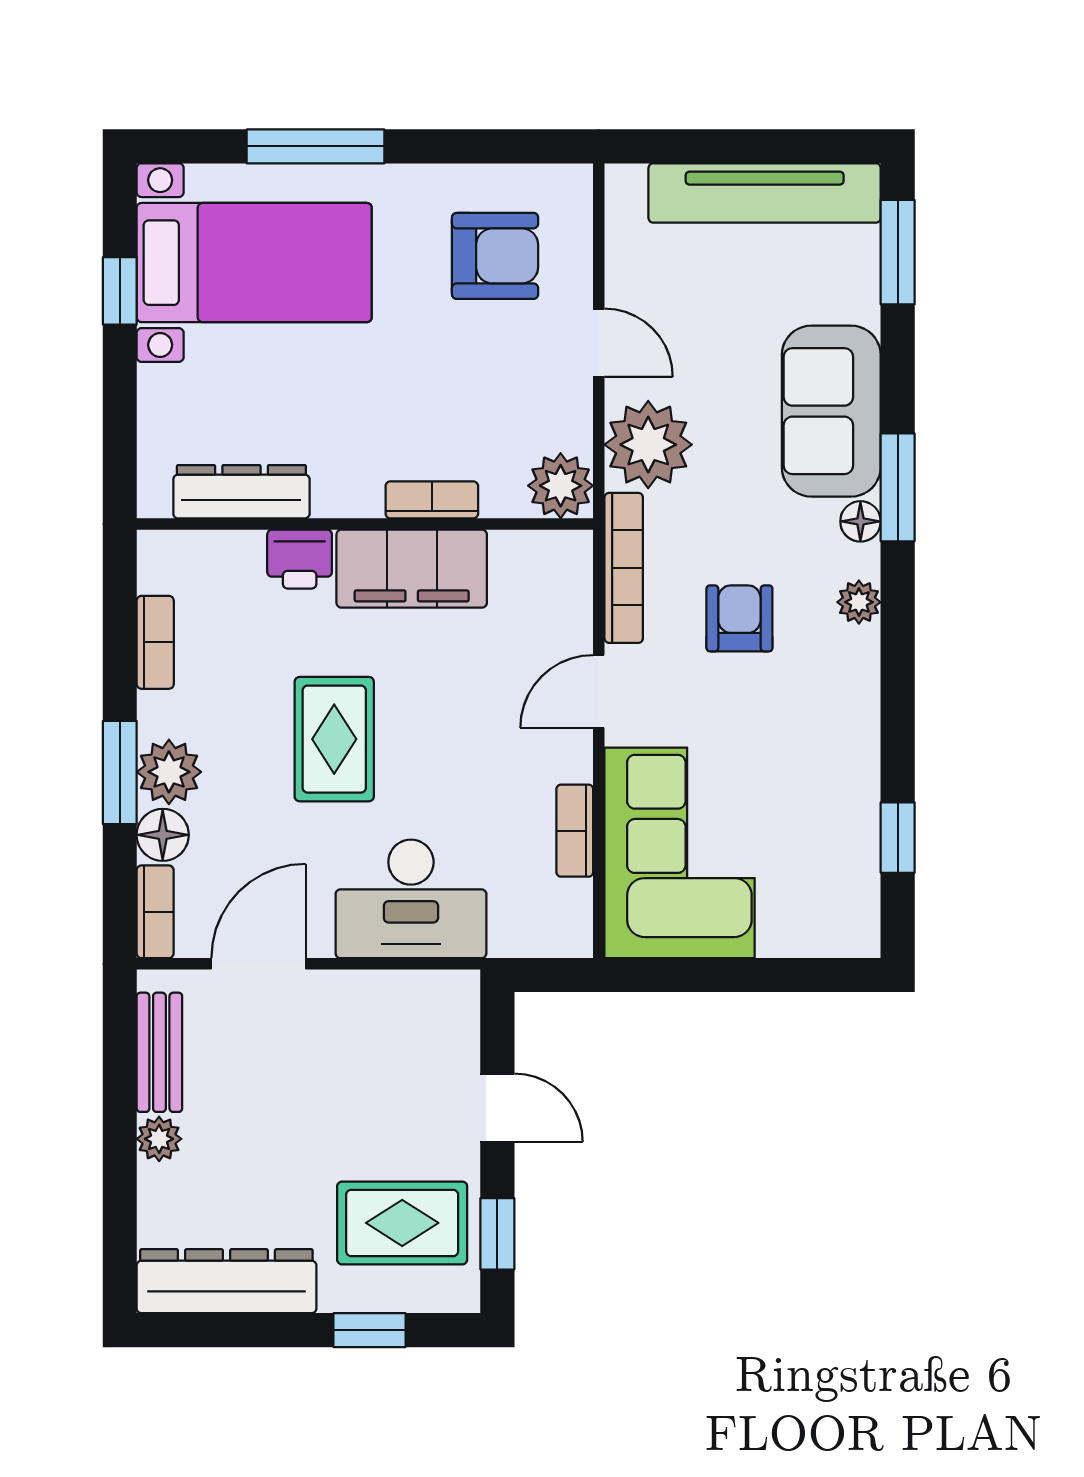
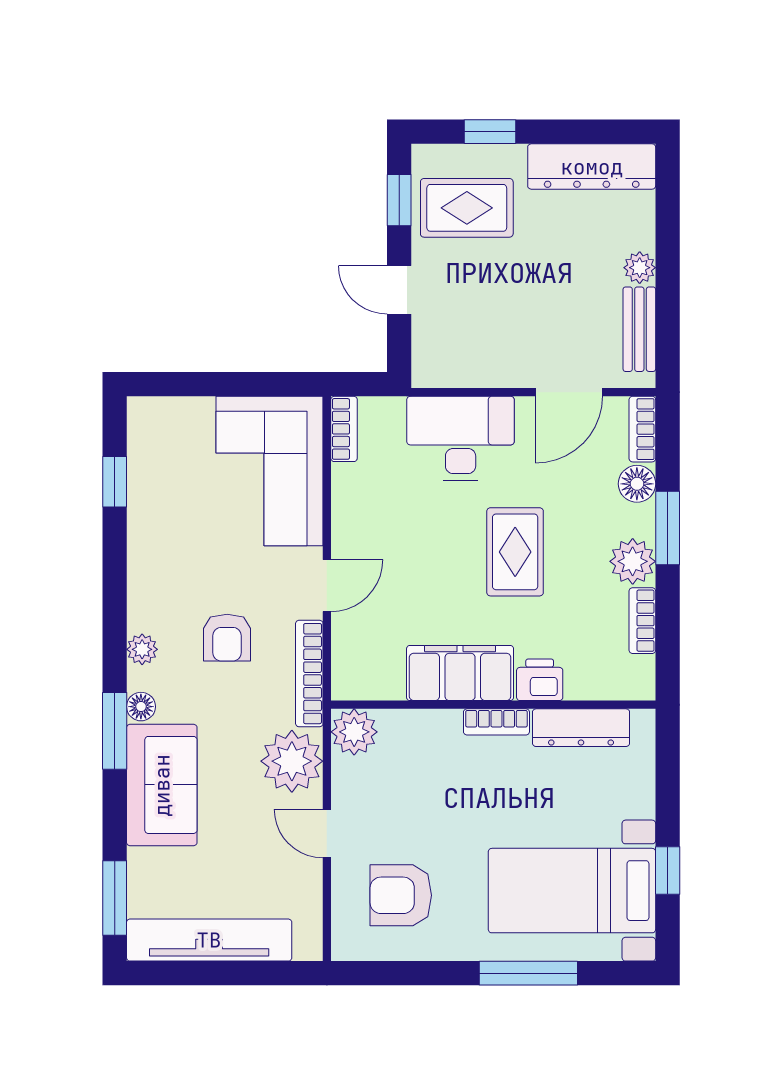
bookcase: (432, 500) -> (496, 722), moved
plant: (169, 772) -> (633, 561), moved
bookcase: (575, 831) -> (344, 429), moved

